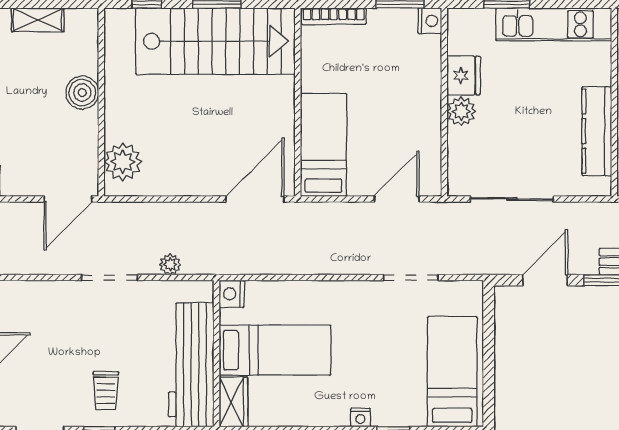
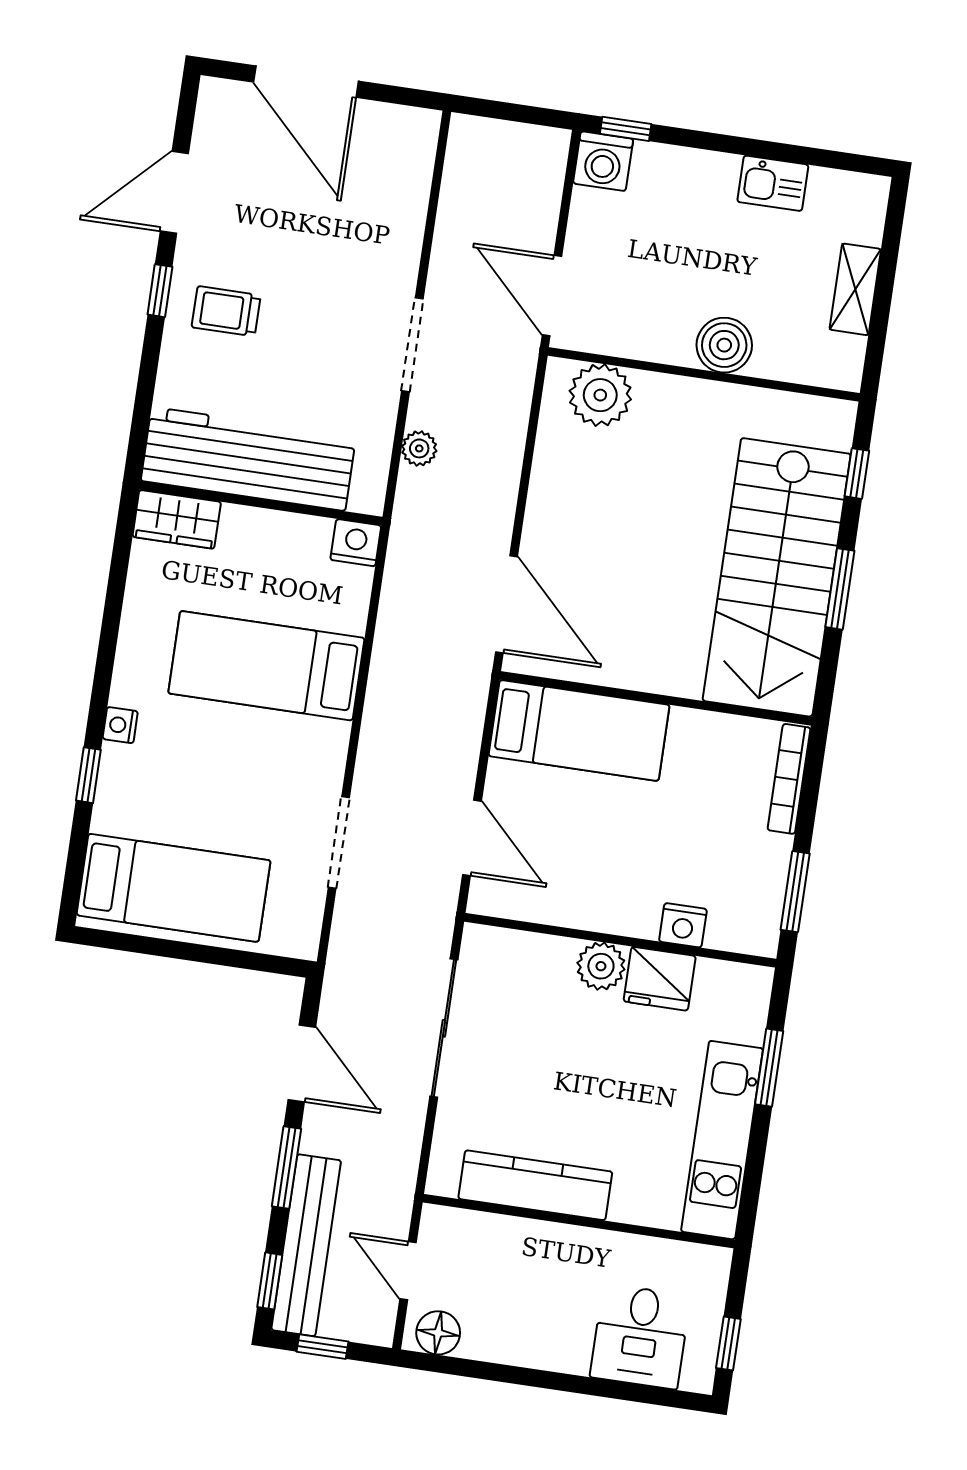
nightstand: (430, 21) -> (683, 925), moved
bed: (275, 350) -> (266, 666), moved, turned 90

